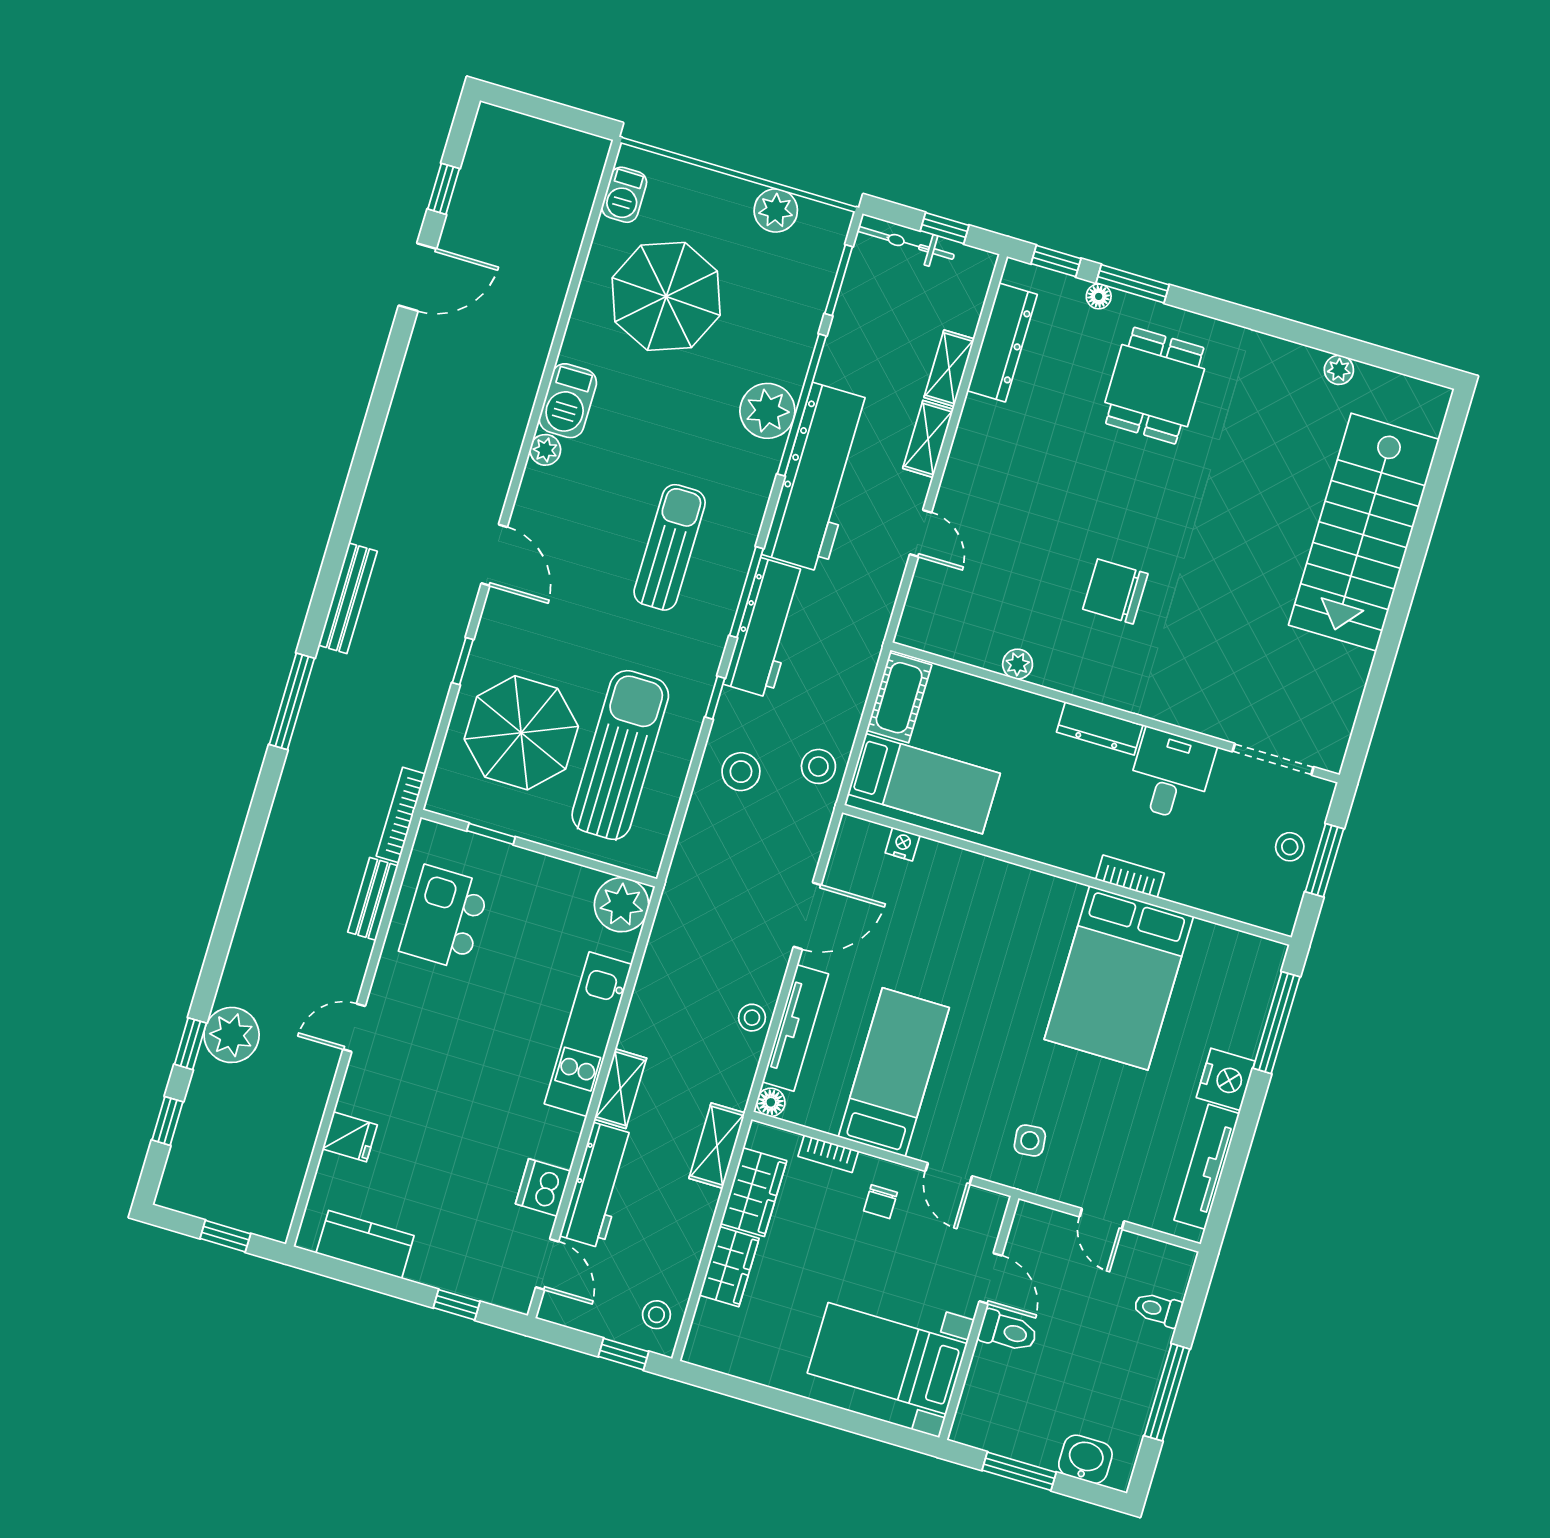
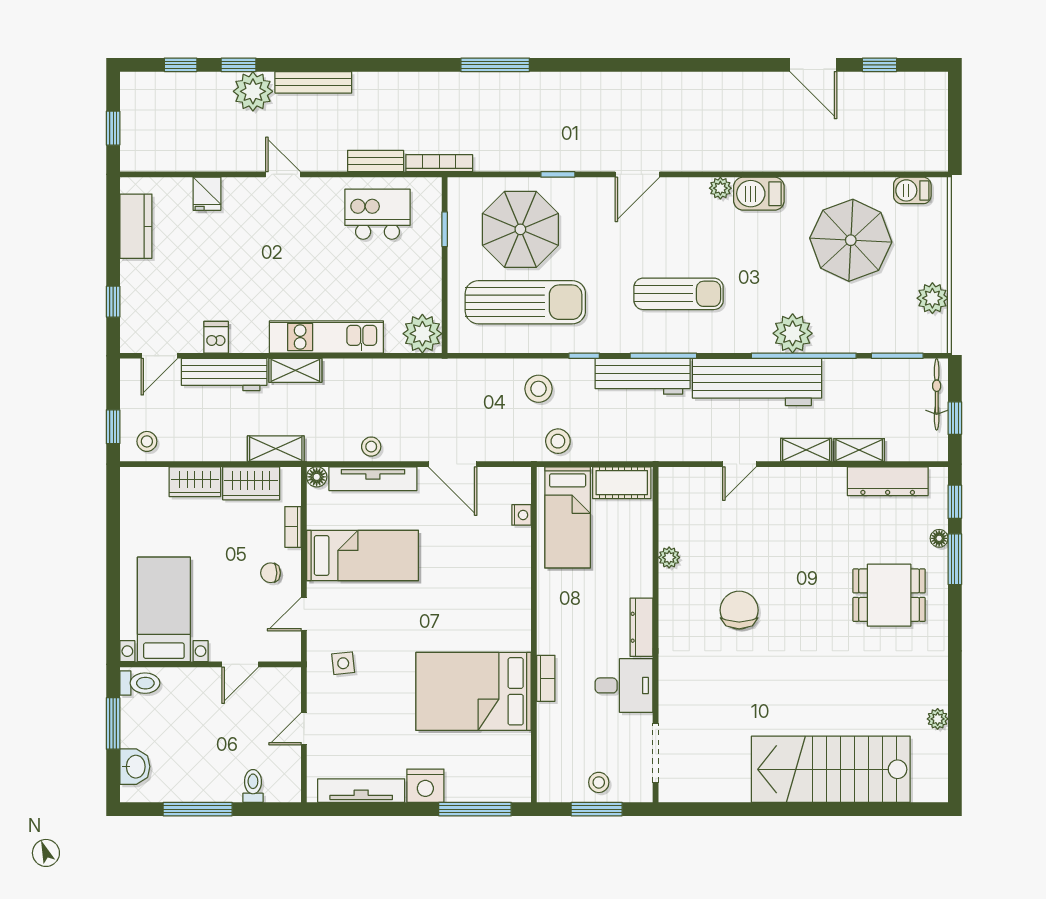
bench: (348, 598) -> (313, 82), moved
dishwasher: (543, 1187) -> (216, 337), width x0.73
toilet: (1008, 1331) -> (140, 683), moved, turned -90

